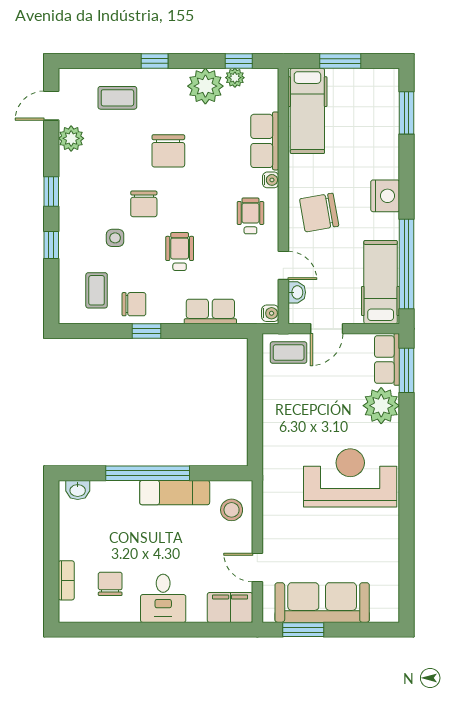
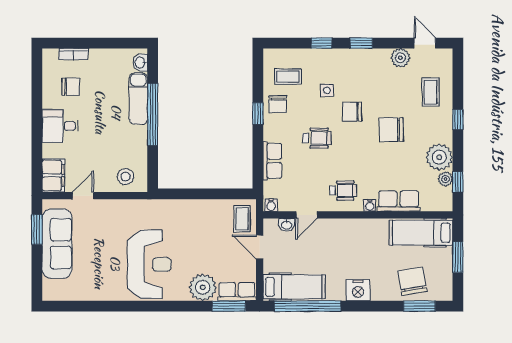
chair: (319, 212) -> (412, 281), moved
exam couch: (175, 493) -> (138, 99), moved

